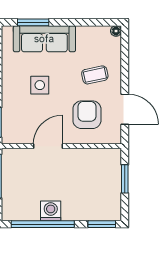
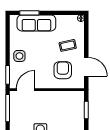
side table: (40, 85) -> (19, 56), moved
door: (48, 146) -> (25, 90), moved

